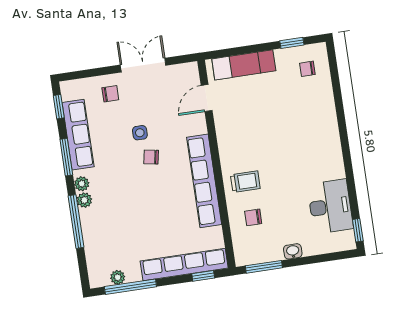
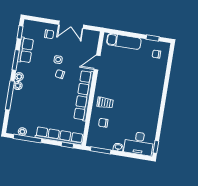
double door: (143, 65) -> (71, 25), swing flipped
door: (207, 98) -> (97, 63), moved
row of seats: (78, 135) -> (25, 50), width x0.68
desk: (330, 206) -> (139, 143), moved, turned 90

